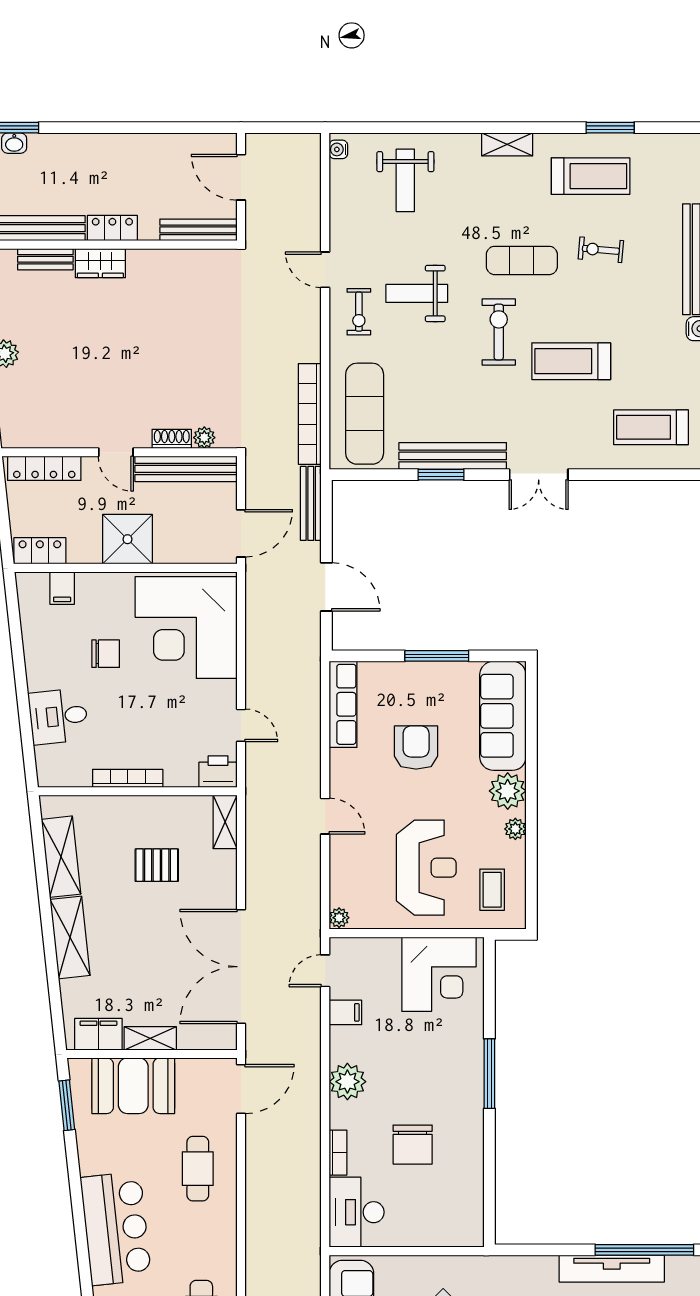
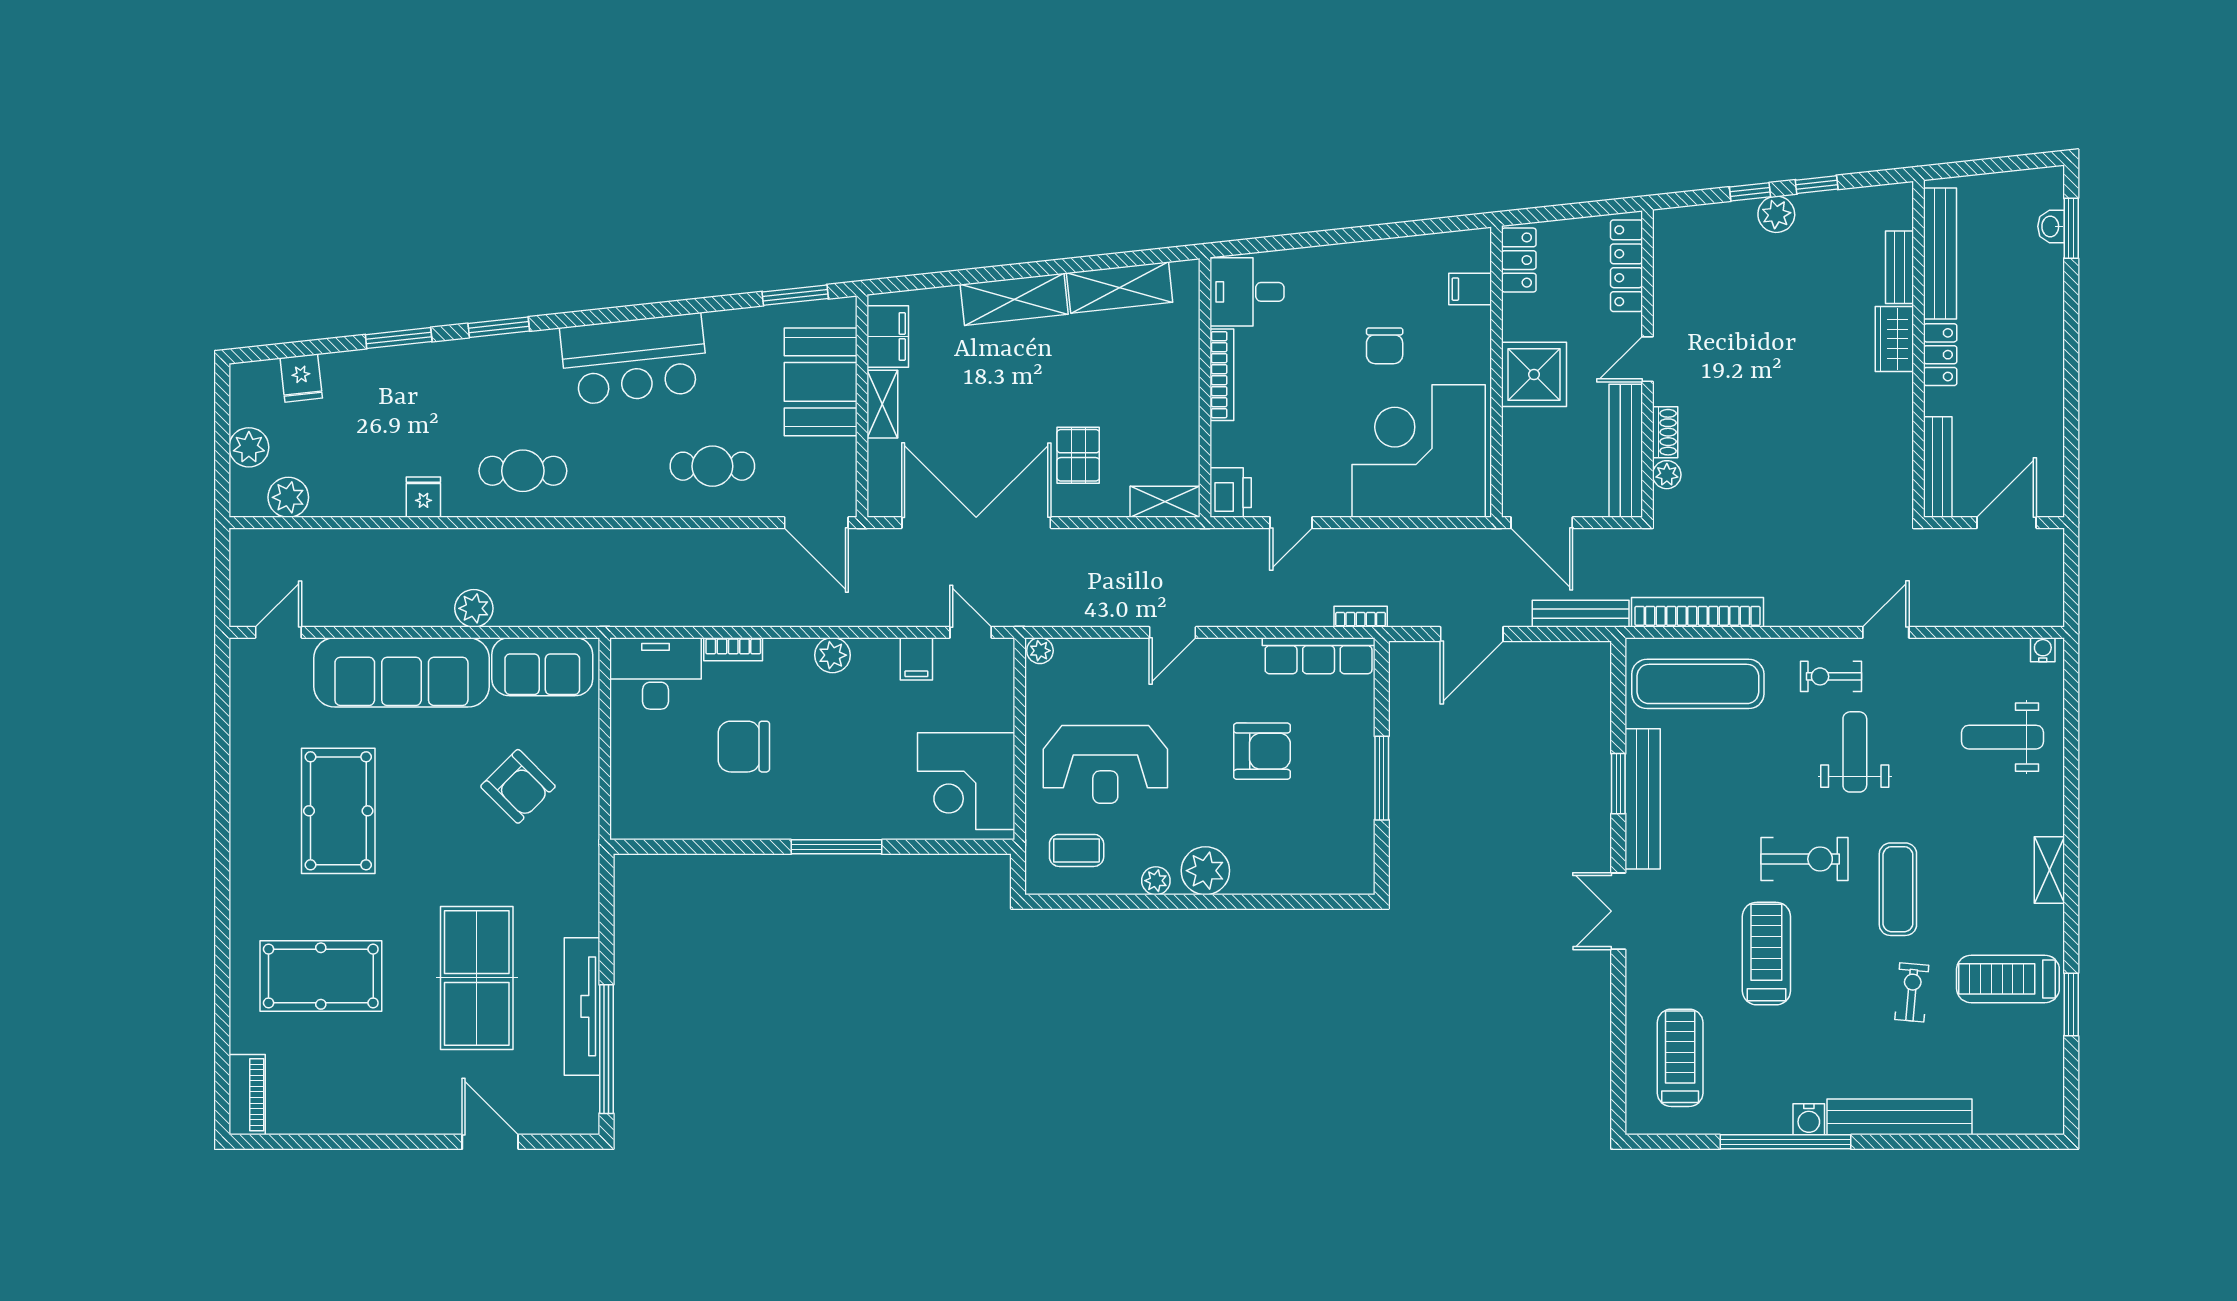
treadmill: (591, 176) -> (2008, 979), turned 90
bookcase: (313, 672) -> (1361, 617), added
desk: (58, 716) -> (1247, 292), moved, turned -84
sofa: (503, 716) -> (1304, 865), removed
pallet: (157, 865) -> (1078, 455), moved
plant: (347, 1082) -> (832, 655), width x0.73, depth x0.73

